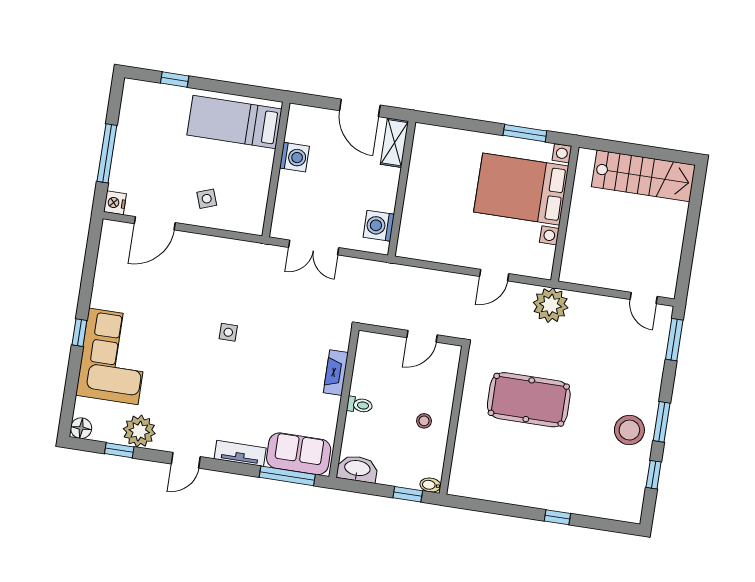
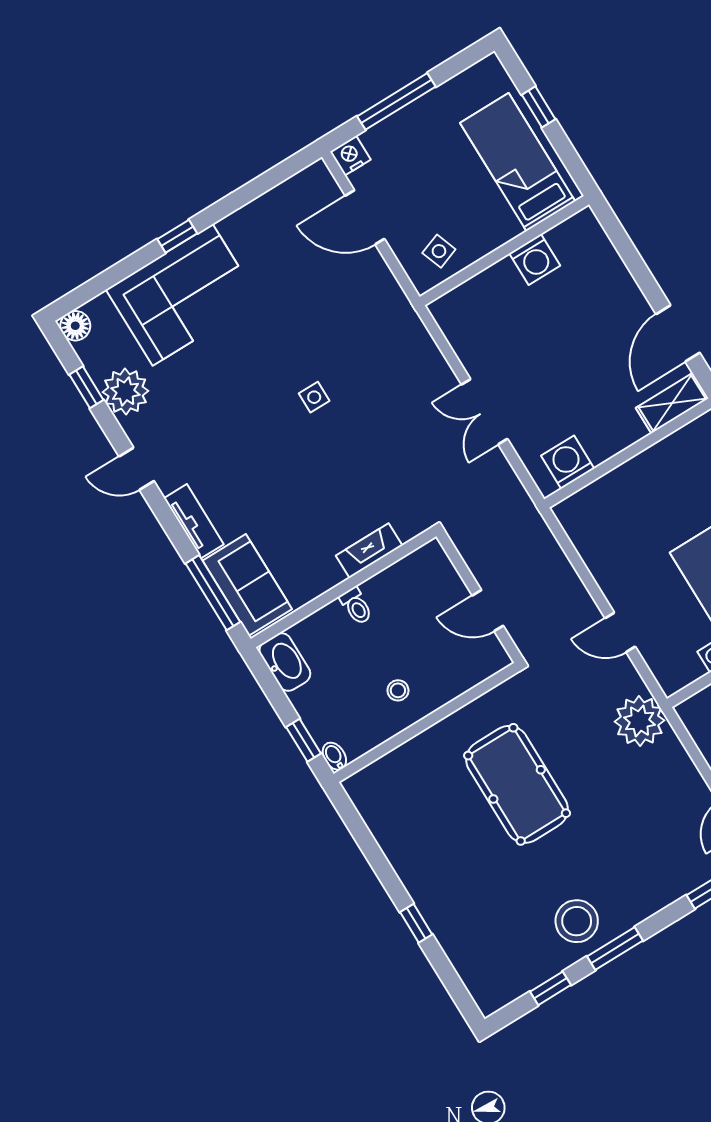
bed: (234, 122) -> (518, 162), moved
washing machine: (294, 157) -> (535, 259), moved
wall: (276, 169) -> (504, 251), moved

